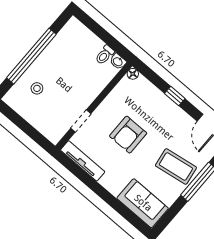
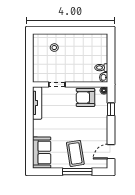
window: (31, 56) -> (68, 30), removed
window: (175, 96) -> (111, 109), moved
armchair: (128, 135) -> (85, 97), moved

